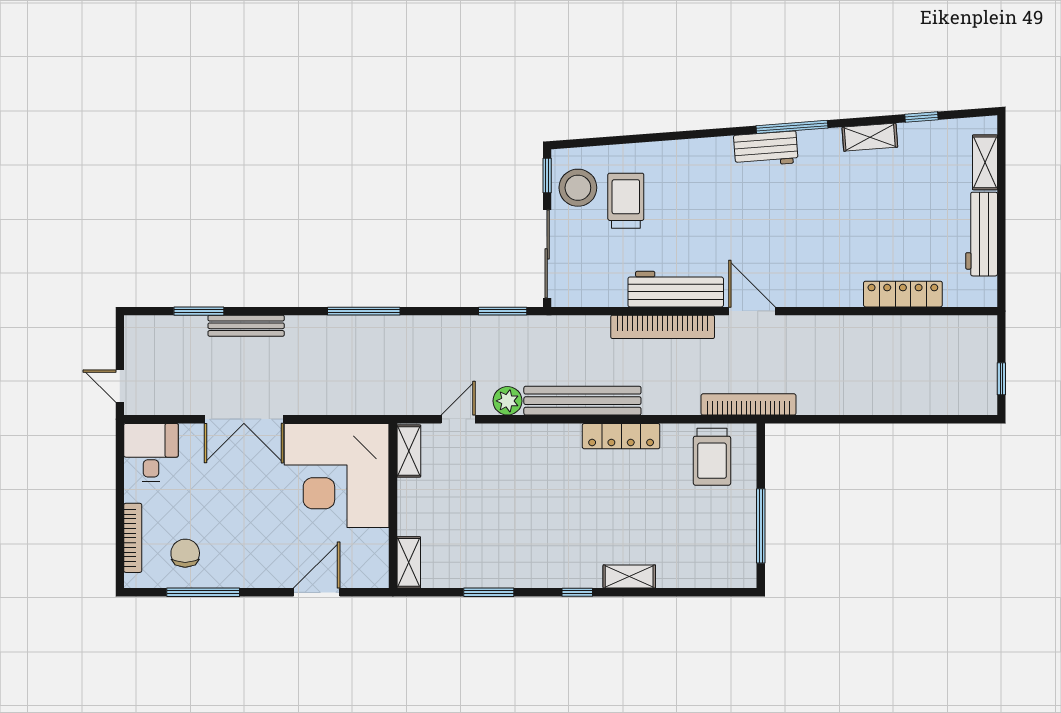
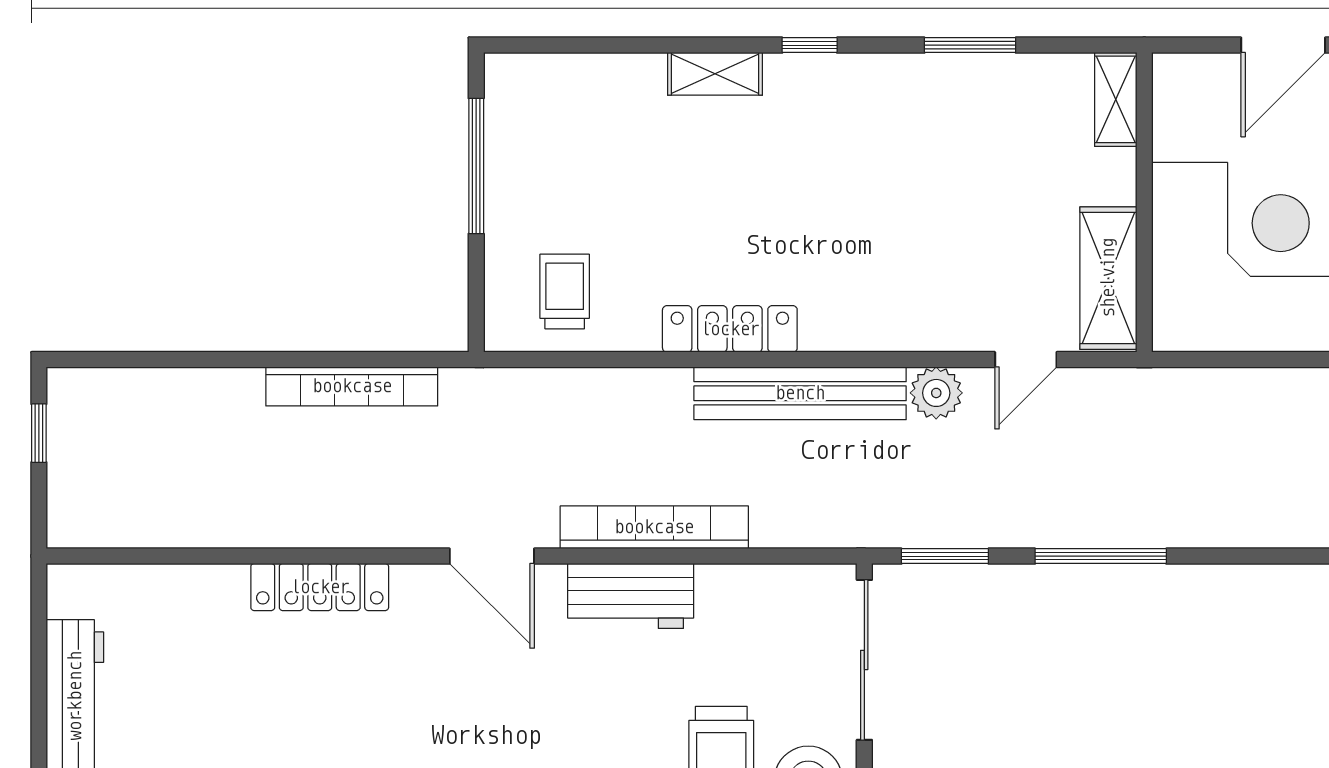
workbench: (676, 289) -> (631, 596), width x0.73
locker: (903, 294) -> (320, 587), moved
window: (364, 311) -> (1101, 556), moved
bookcase: (749, 404) -> (352, 386), moved
shelving: (409, 451) -> (1108, 278), width x1.50, depth x1.33
trolley: (712, 457) -> (565, 291), width x0.73, depth x0.72

